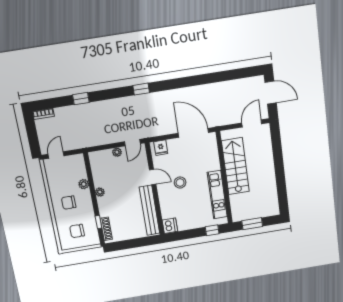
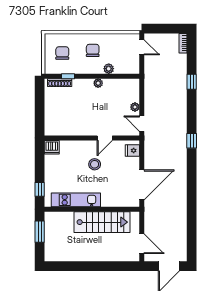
bench: (149, 210) -> (71, 129), removed

